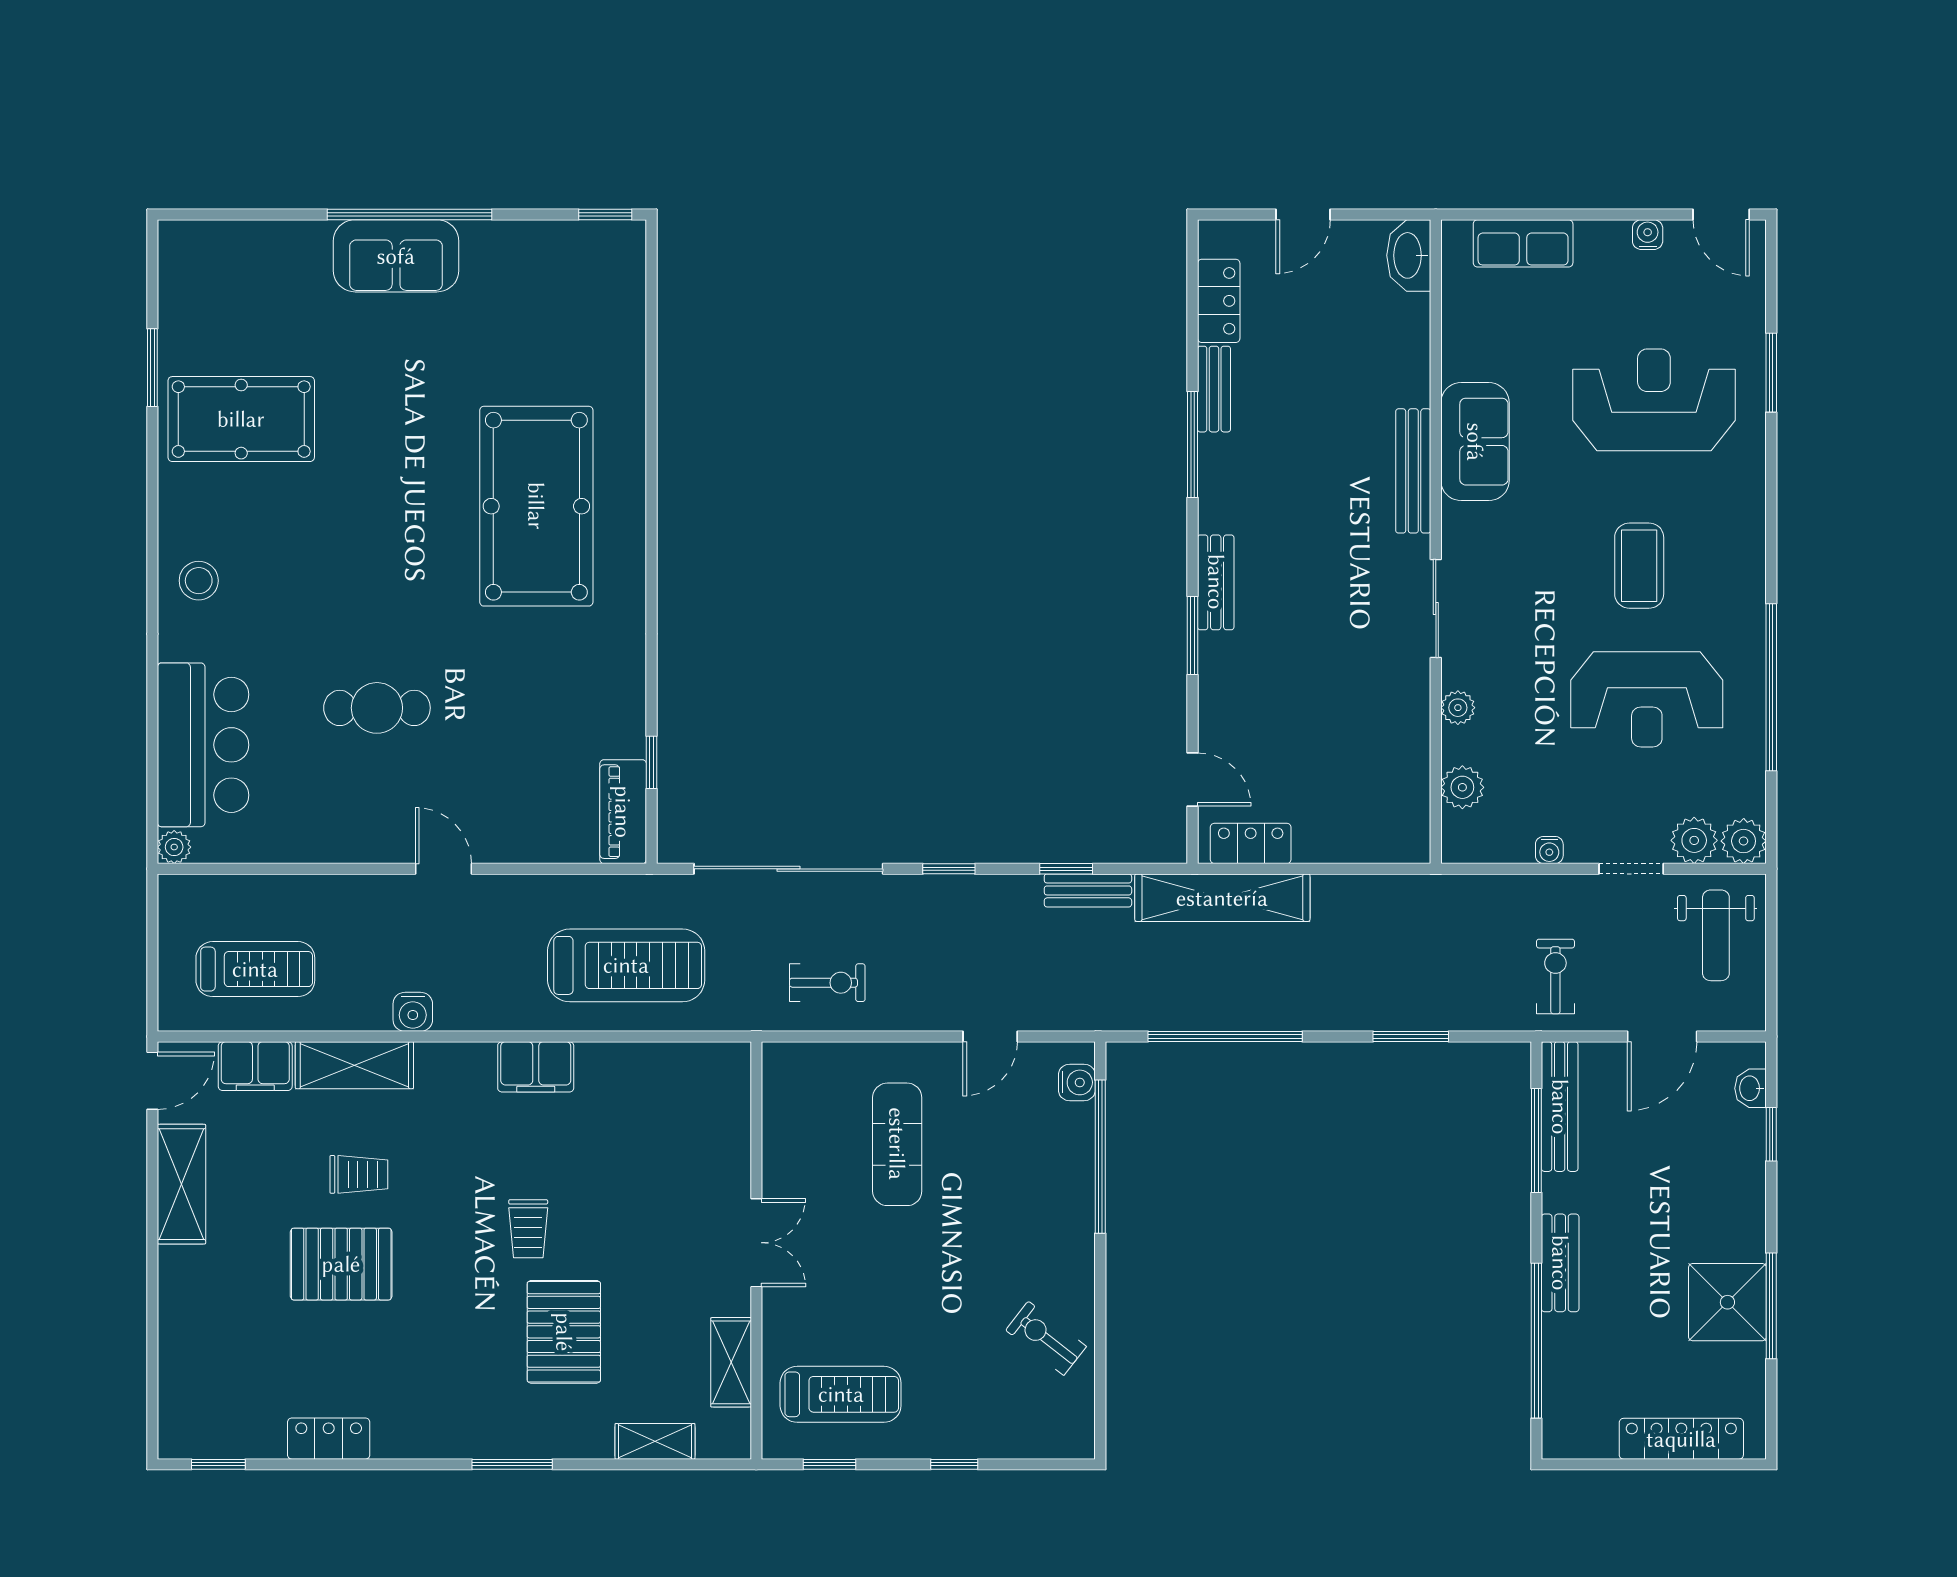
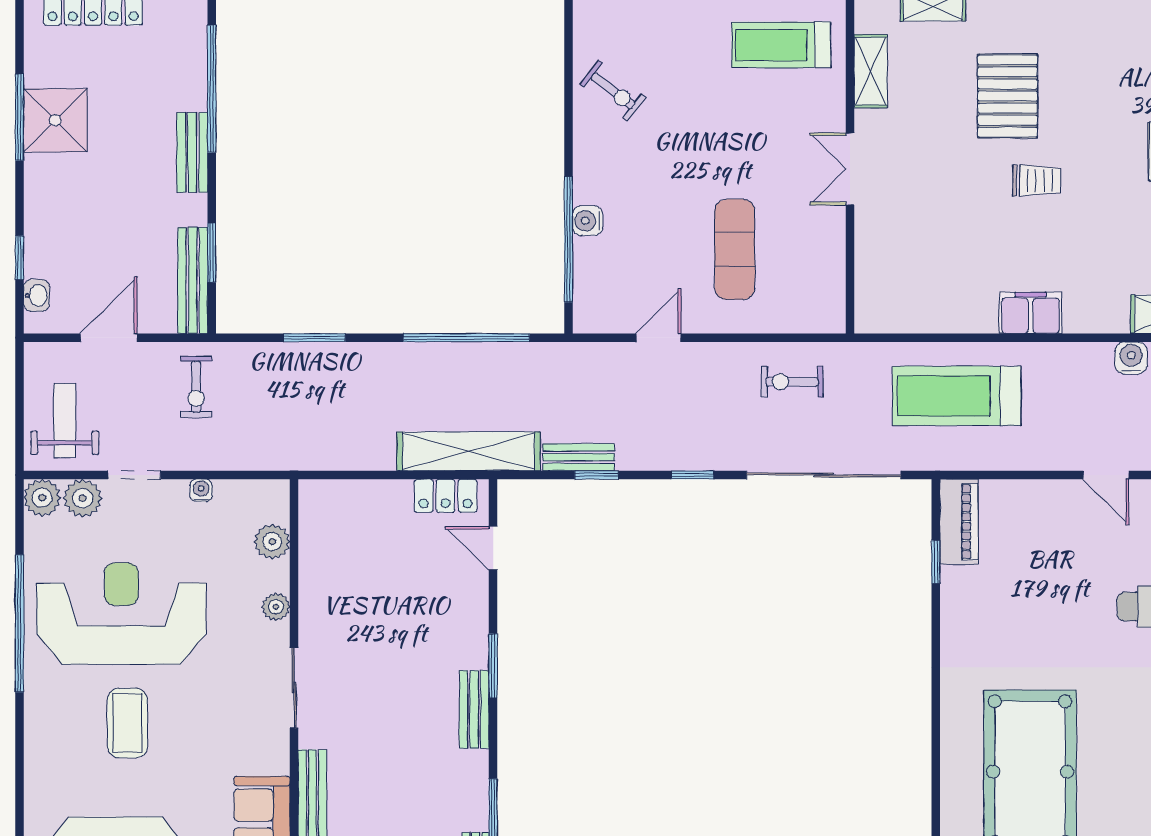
reception desk: (1647, 699) -> (121, 614), width x1.36, depth x1.30
water cooler: (1077, 1082) -> (588, 221), moved
window: (1536, 1140) -> (212, 253), width x0.69
trolley: (528, 1229) -> (1037, 180), turned 90

